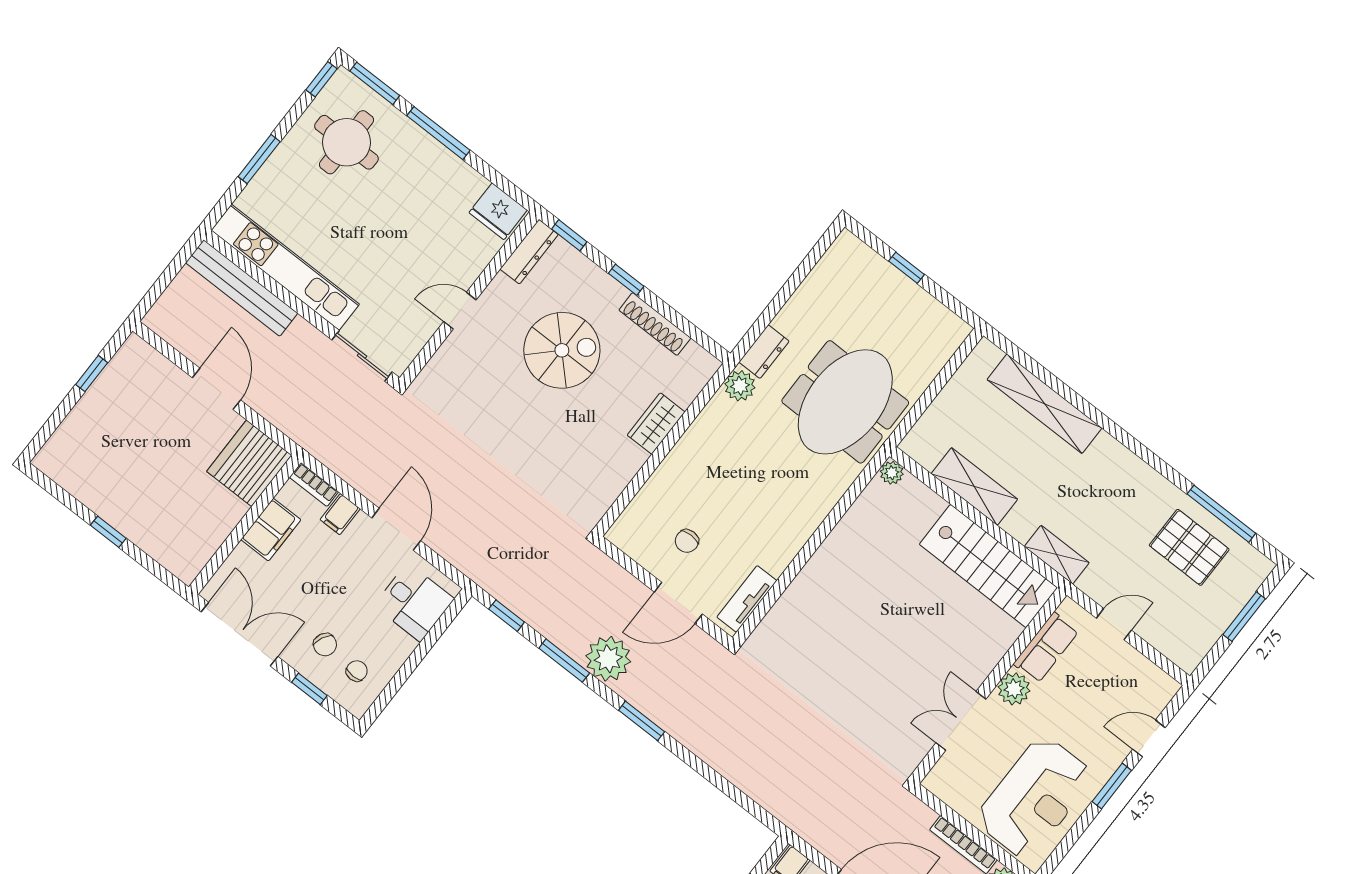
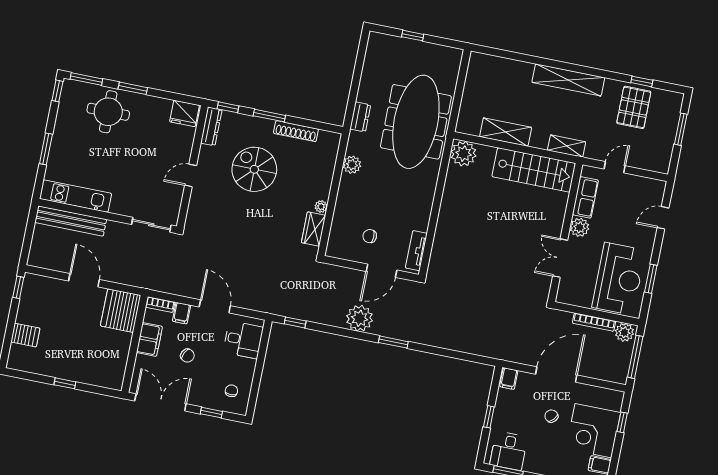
window: (438, 133) -> (133, 88), width x0.69
round table: (346, 142) -> (108, 112), moved
kitchen unit: (285, 267) -> (75, 196), width x0.73
window: (626, 280) -> (269, 116), width x1.50
spiral stairs: (562, 350) -> (254, 169), turned -90
window: (92, 374) -> (18, 287), moved
plant: (740, 386) -> (352, 165), moved
meeting table: (845, 402) -> (416, 122), width x1.36
shelving: (1044, 404) -> (568, 80), moved
wardrobe: (656, 424) -> (314, 229), moved
server rack: (85, 428) -> (25, 335), added
plant: (635, 458) -> (321, 206), added
plant: (892, 473) -> (464, 154), width x1.88, depth x1.88
window: (1221, 514) -> (642, 81), width x0.46
chair: (687, 541) -> (370, 236), turned 91
pallet: (1189, 547) -> (634, 107), turned 90
chair: (325, 645) -> (187, 356), moved
window: (564, 661) -> (337, 331), removed
window: (1112, 786) -> (651, 279), moved

